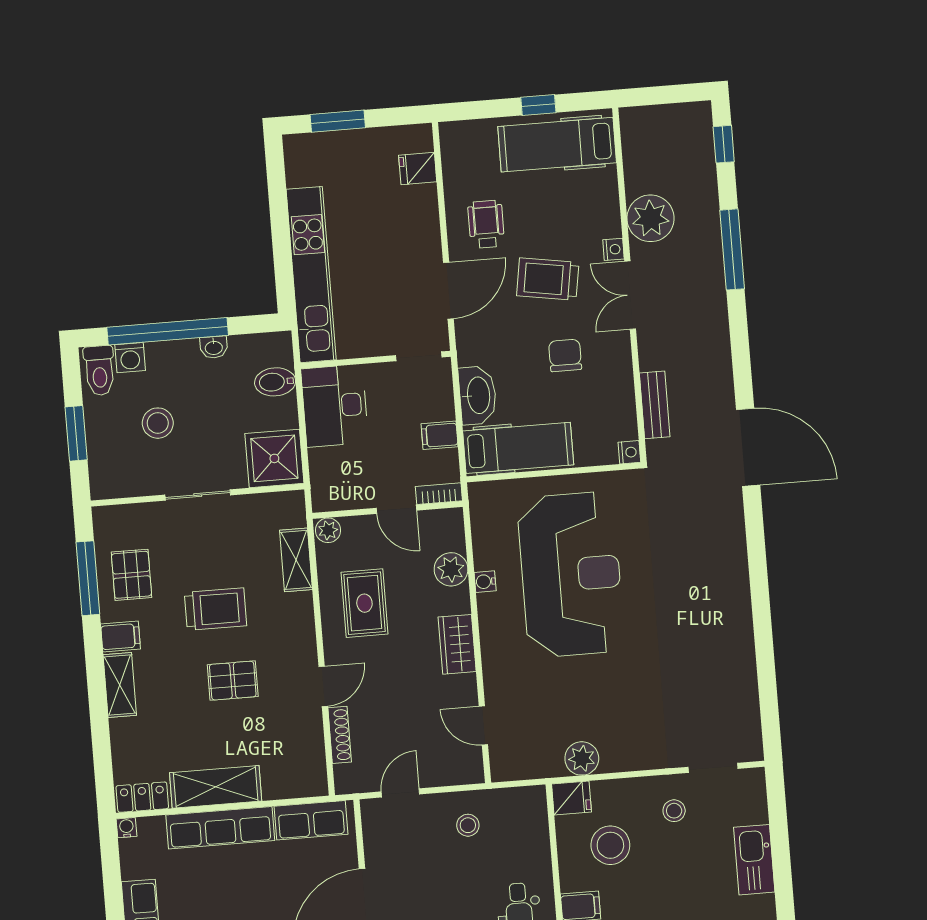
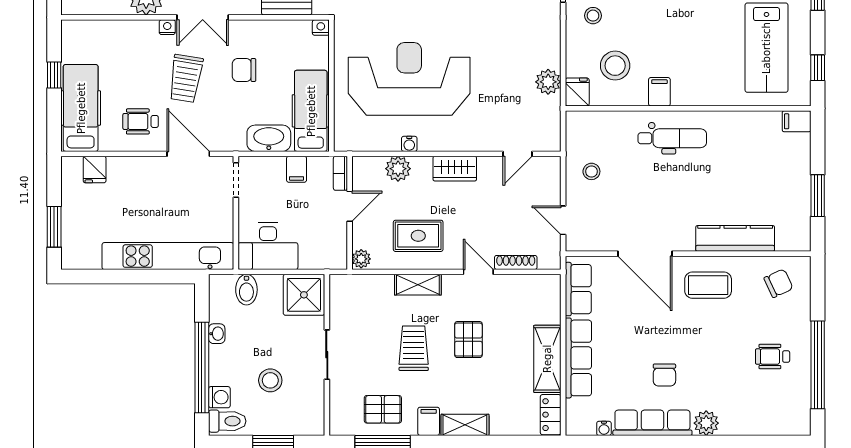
hospital bed: (557, 145) -> (81, 108), moved, turned 180
shelving: (296, 560) -> (418, 285), moved
water cooler: (127, 828) -> (604, 428), moved, turned -90

